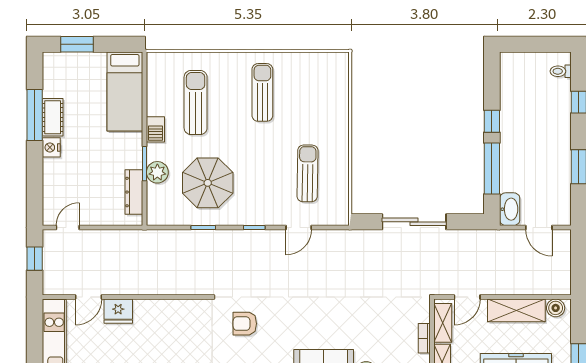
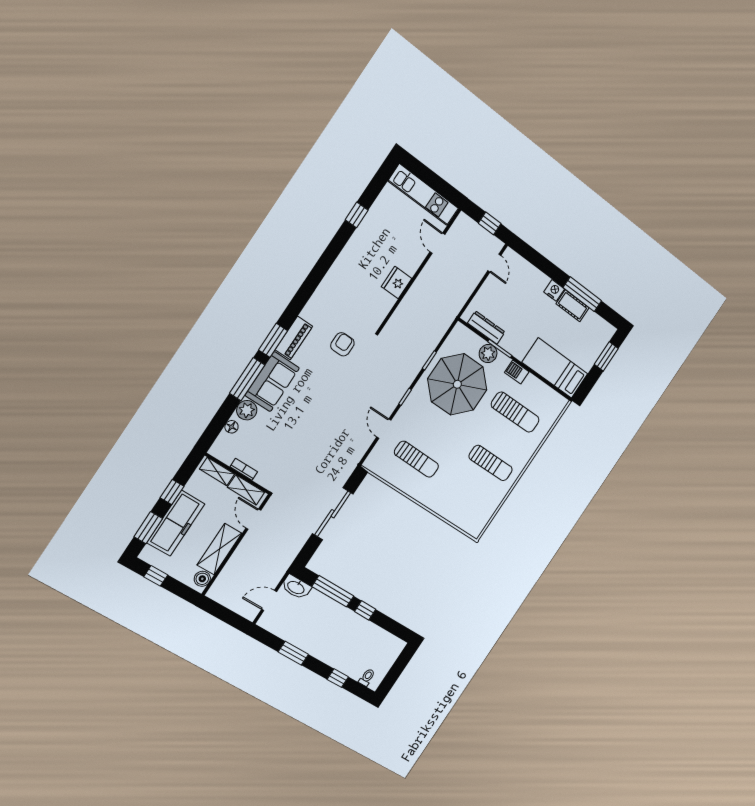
parasol: (208, 183) -> (457, 384), width x1.36, depth x1.36
fridge: (118, 311) -> (397, 283), moved

